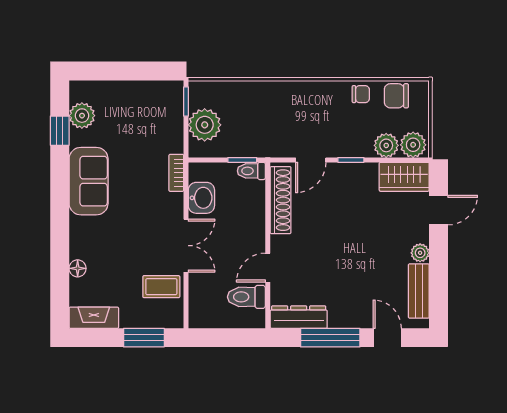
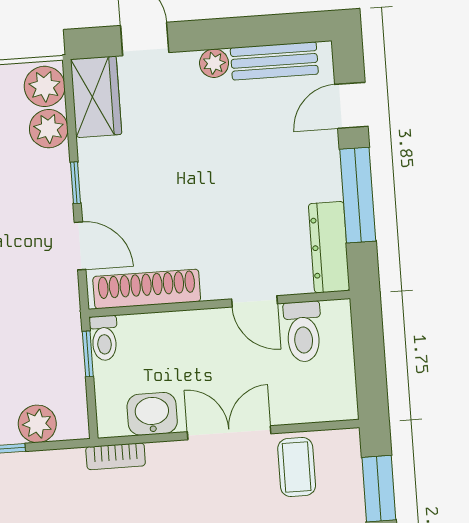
plant: (205, 125) -> (37, 424), width x0.73, depth x0.73

